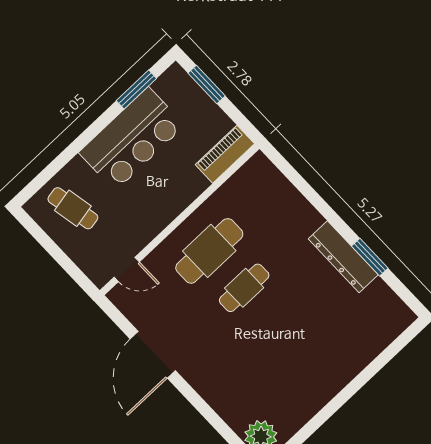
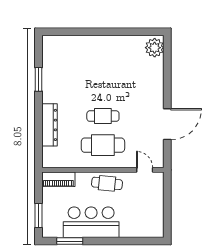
cafe table: (73, 208) -> (107, 183), moved, turned -73
dresser: (343, 257) -> (49, 125), moved

